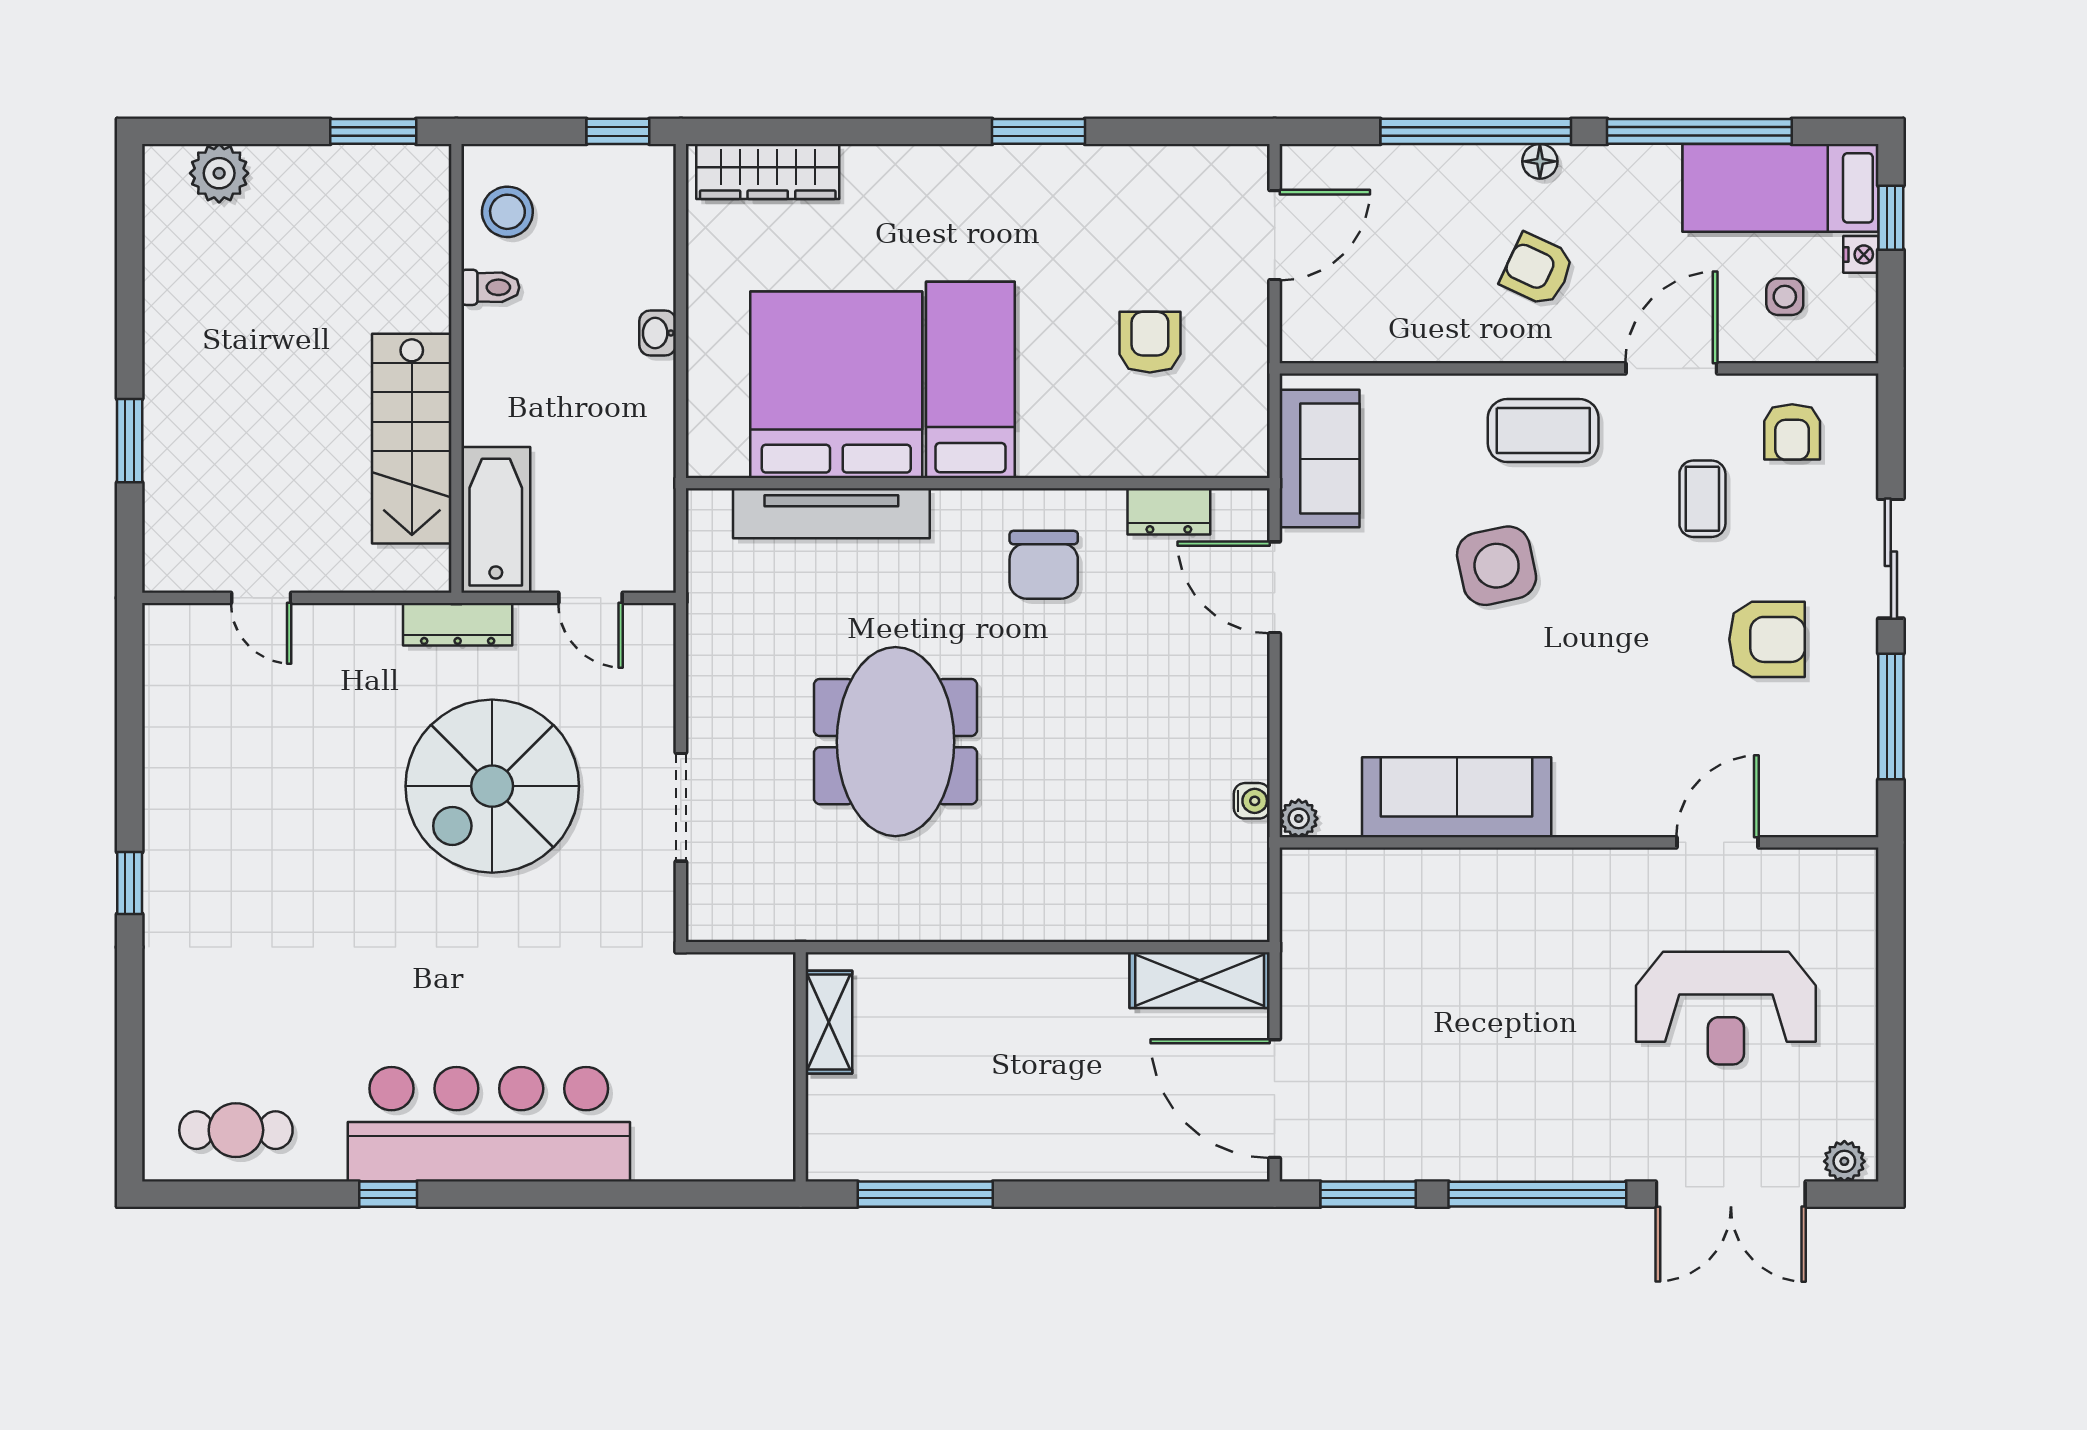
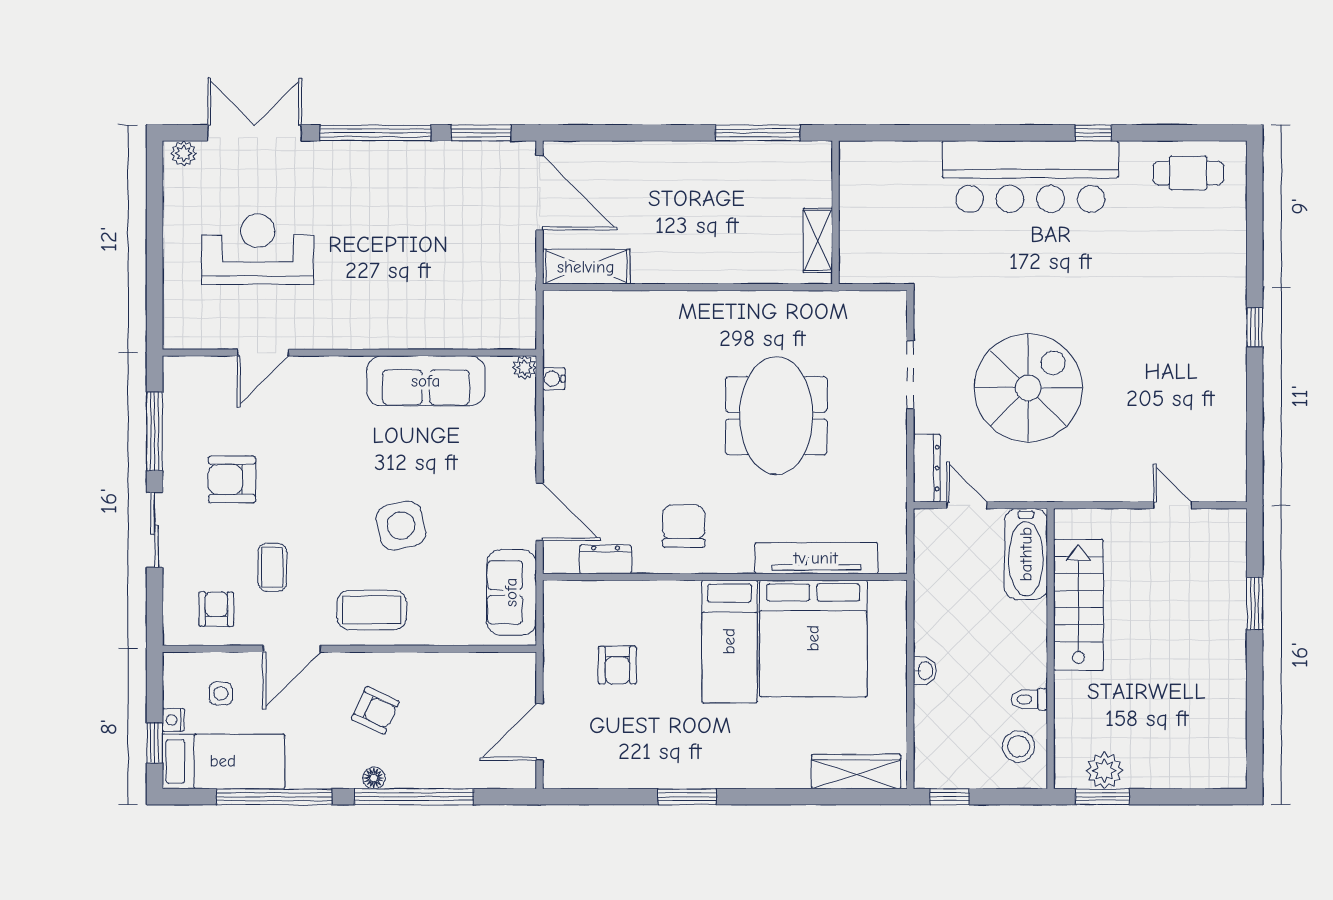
plant: (219, 173) -> (1104, 771), moved
dresser: (458, 624) -> (927, 468), moved, turned 90

